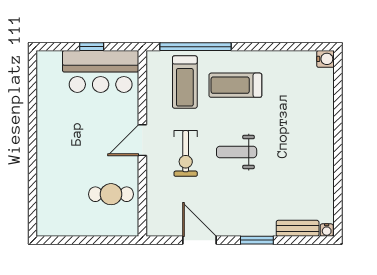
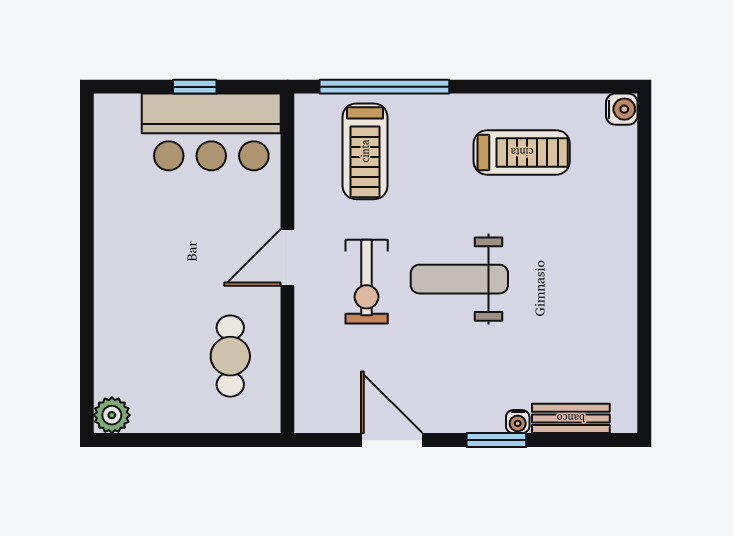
treadmill: (235, 85) -> (522, 152), moved, turned 180
weight bench: (237, 152) -> (459, 279), width x1.36, depth x1.33
cafe table: (111, 194) -> (230, 356), turned 90
plant: (46, 227) -> (112, 415), added
water cooler: (327, 230) -> (518, 422), moved

